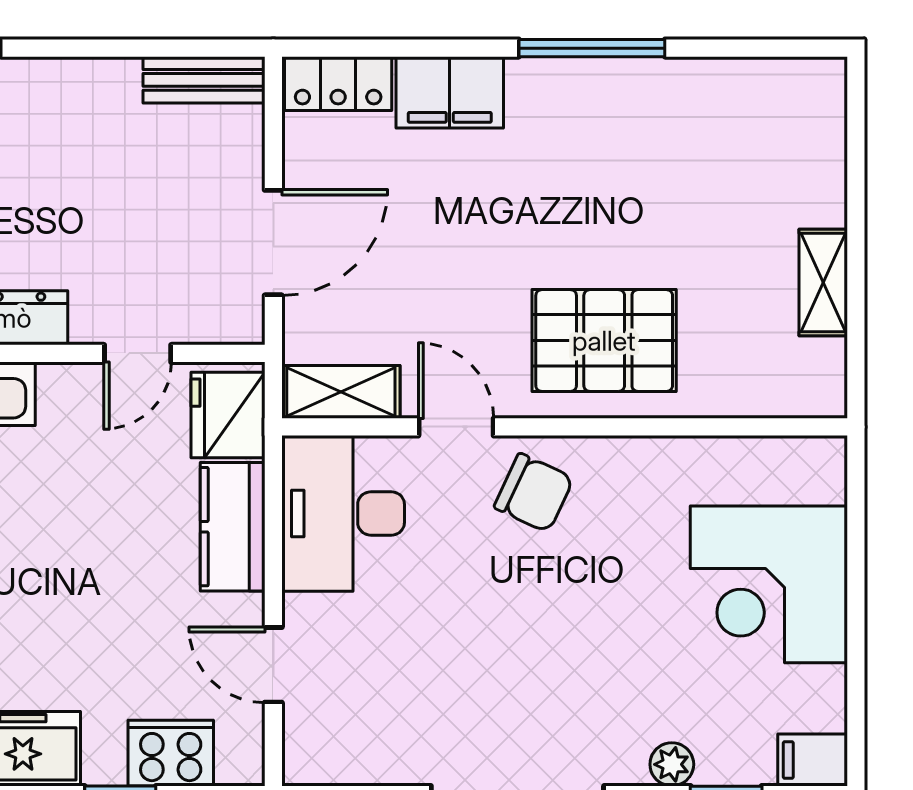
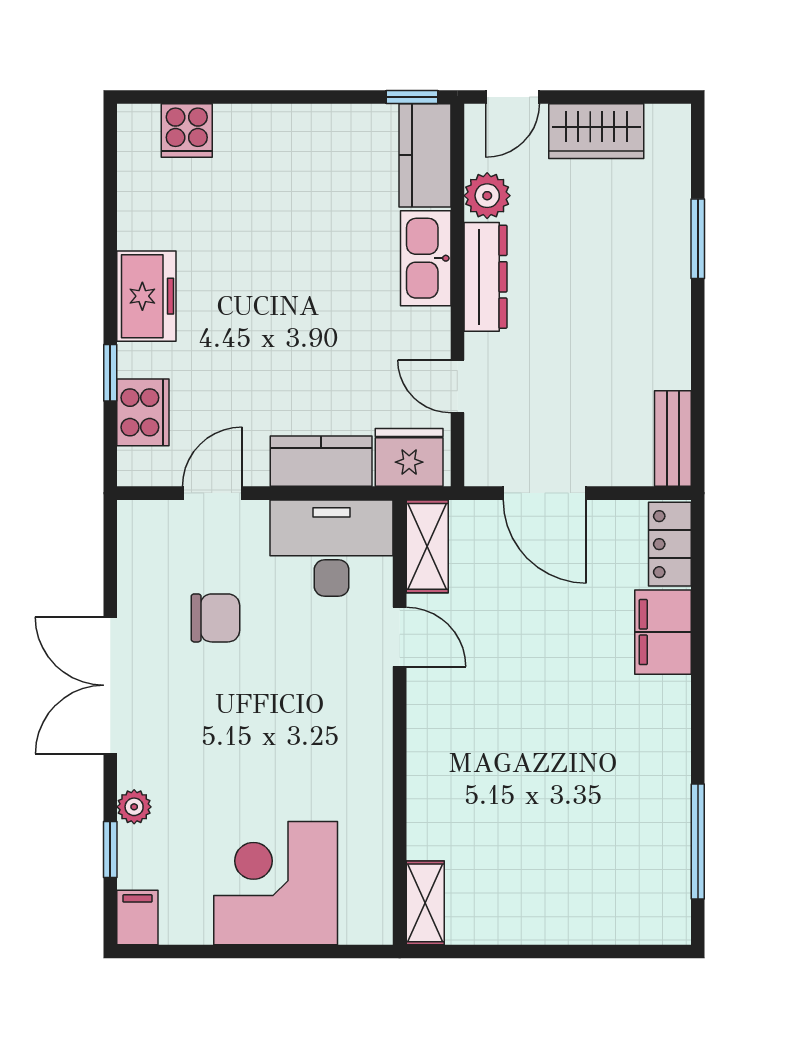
window: (592, 48) -> (698, 842), moved
shelving: (823, 283) -> (425, 903), moved, turned 90
pallet: (604, 341) -> (468, 754), removed
door: (456, 427) -> (400, 637), hinge flipped
chair: (534, 493) -> (215, 618), moved, turned -115

